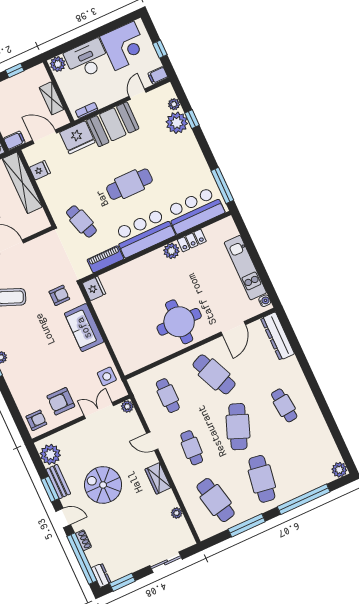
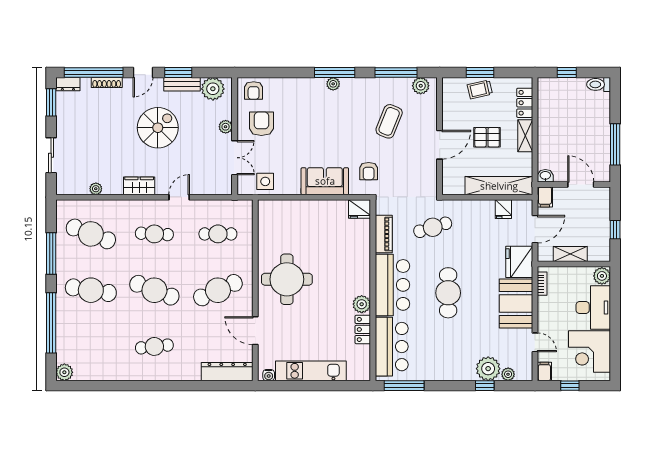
plant: (127, 407) -> (226, 127), moved
cafe table: (216, 500) -> (91, 234), turned 33
shoe rack: (83, 540) -> (107, 83), width x1.43

